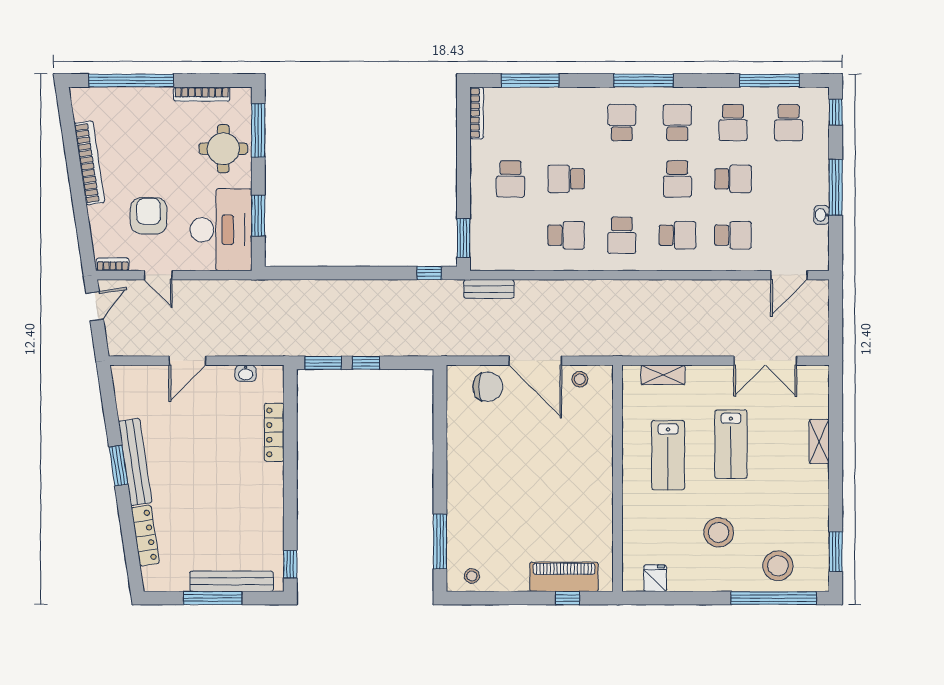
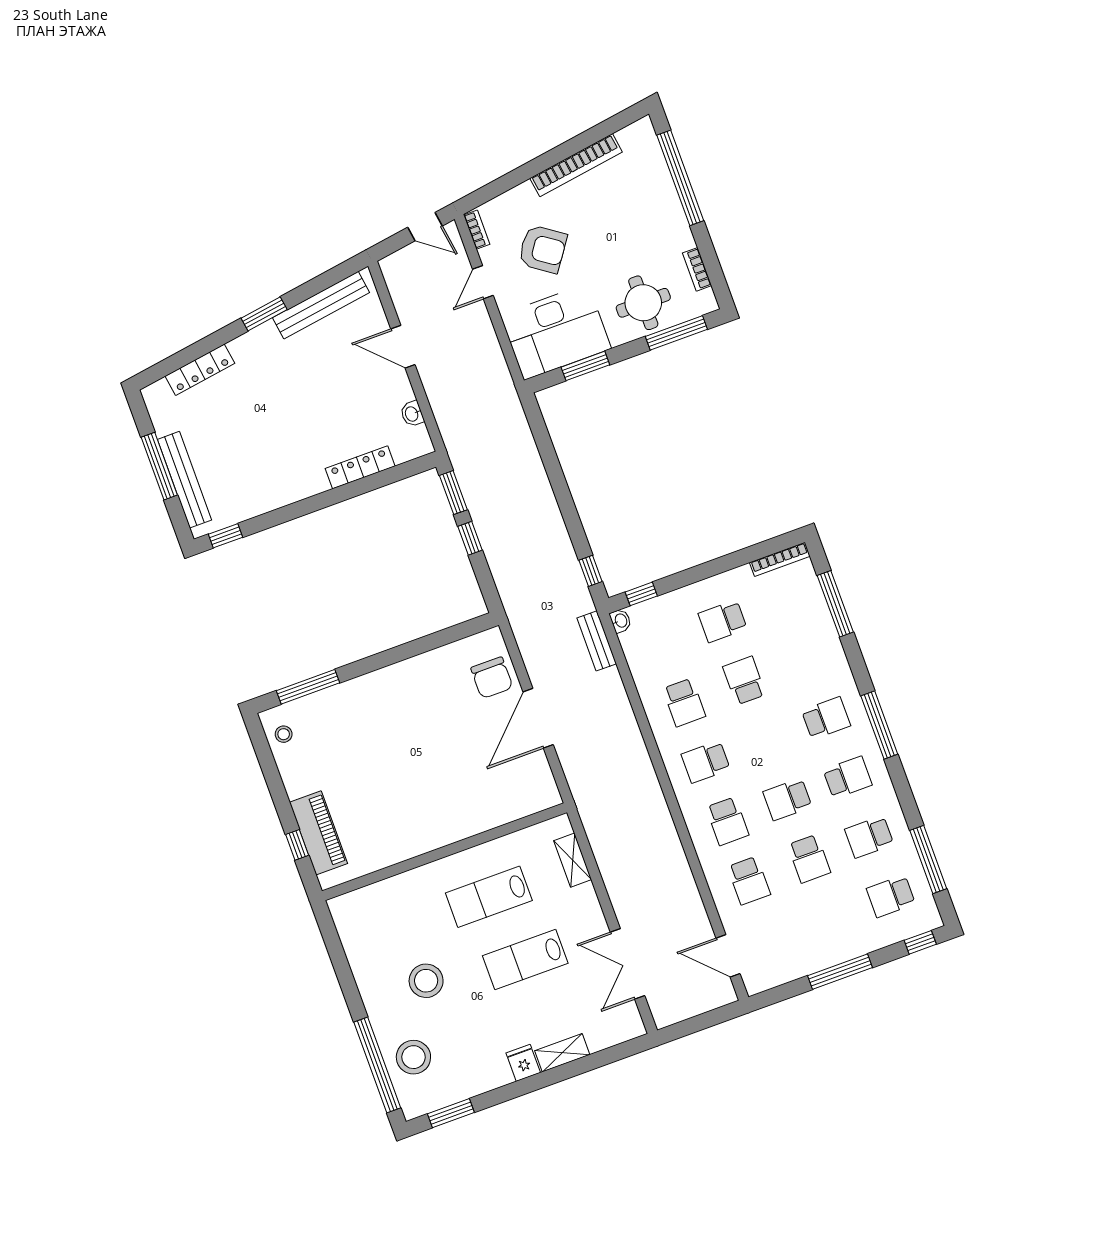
bookcase: (202, 94) -> (697, 269), width x0.64
washbasin: (822, 215) -> (621, 621), moved, turned 90
armchair: (149, 216) -> (543, 249), turned 35
window: (463, 238) -> (641, 594), width x0.67
stool: (580, 379) -> (536, 773), removed
bench: (135, 462) -> (321, 305), moved
fridge: (655, 578) -> (523, 1063), moved, turned -90

